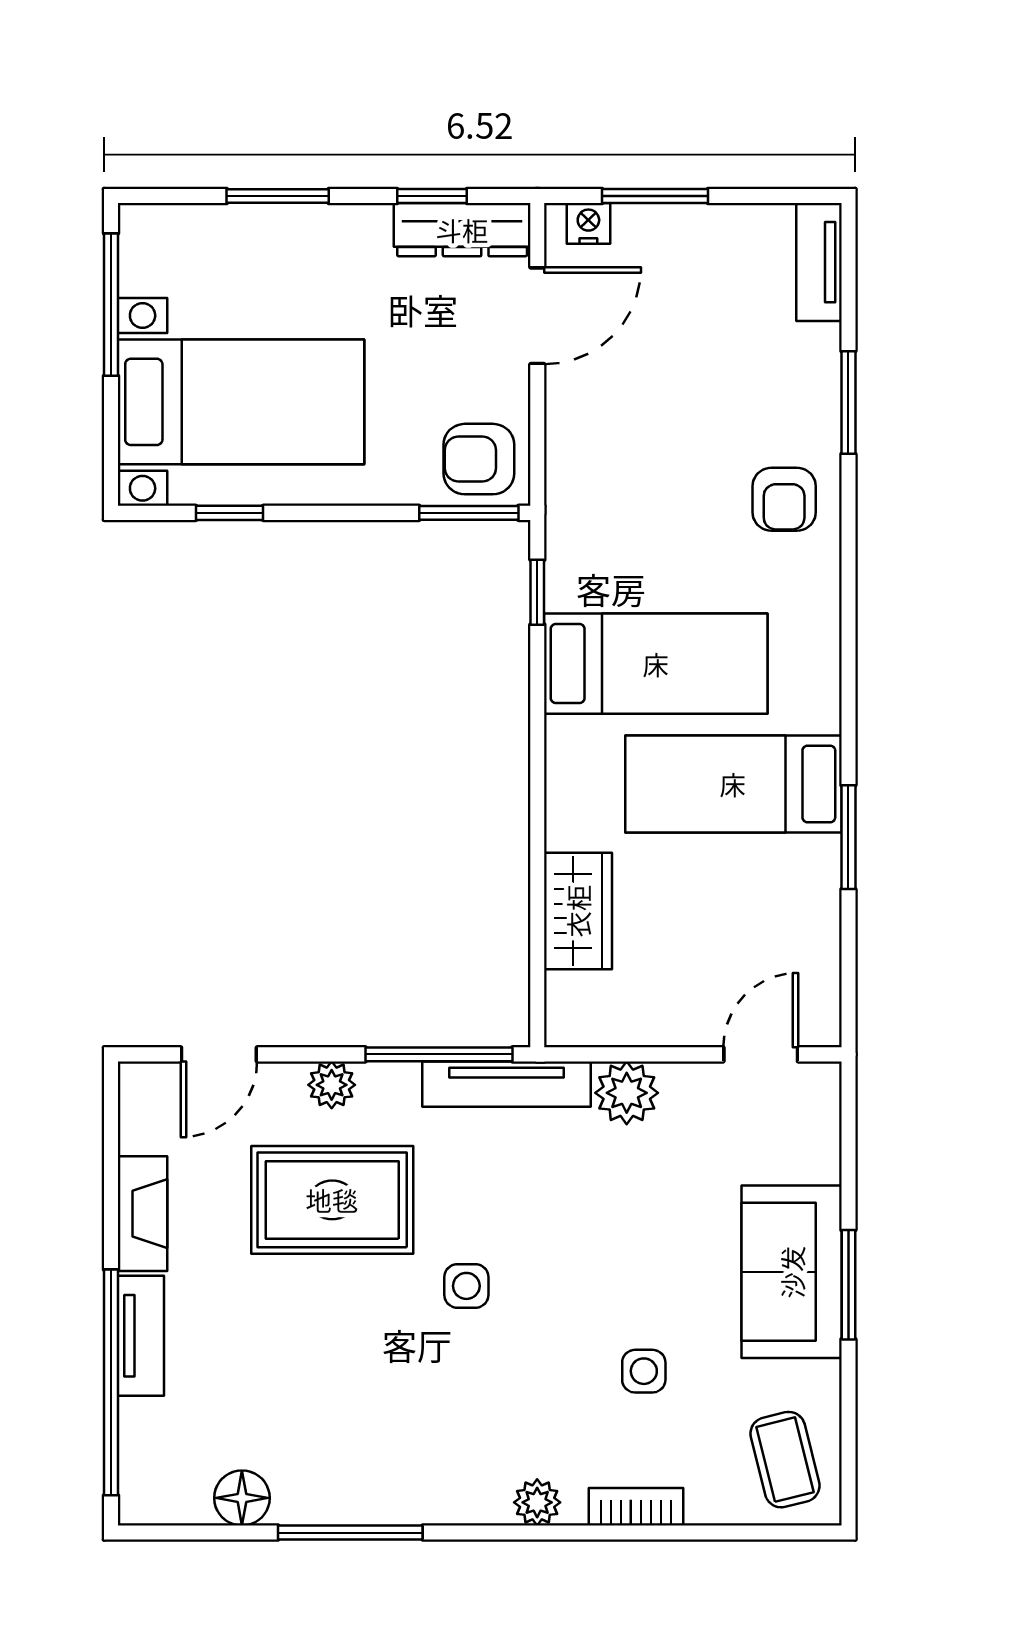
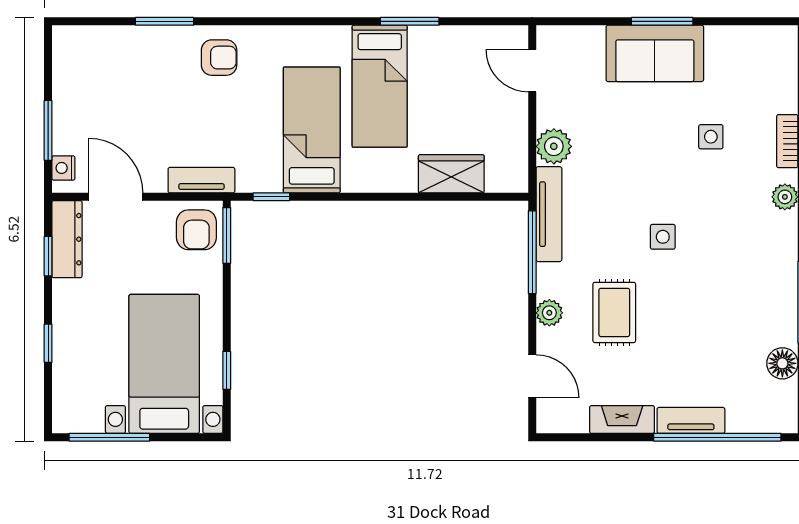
window: (278, 196) -> (48, 343), width x0.67
tv unit: (819, 262) -> (201, 180), moved, turned 180
rug: (332, 1200) -> (614, 312), width x0.73, depth x0.70
coffee table: (785, 1460) -> (761, 57), removed

